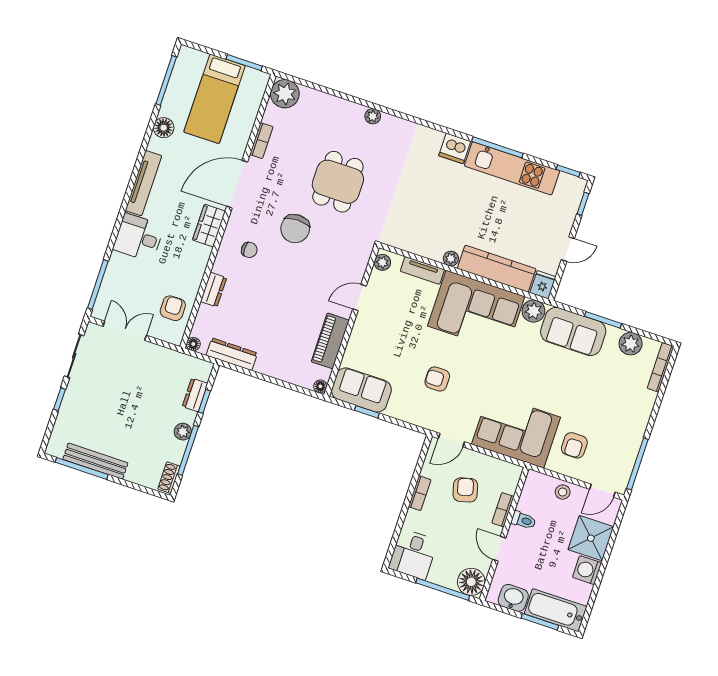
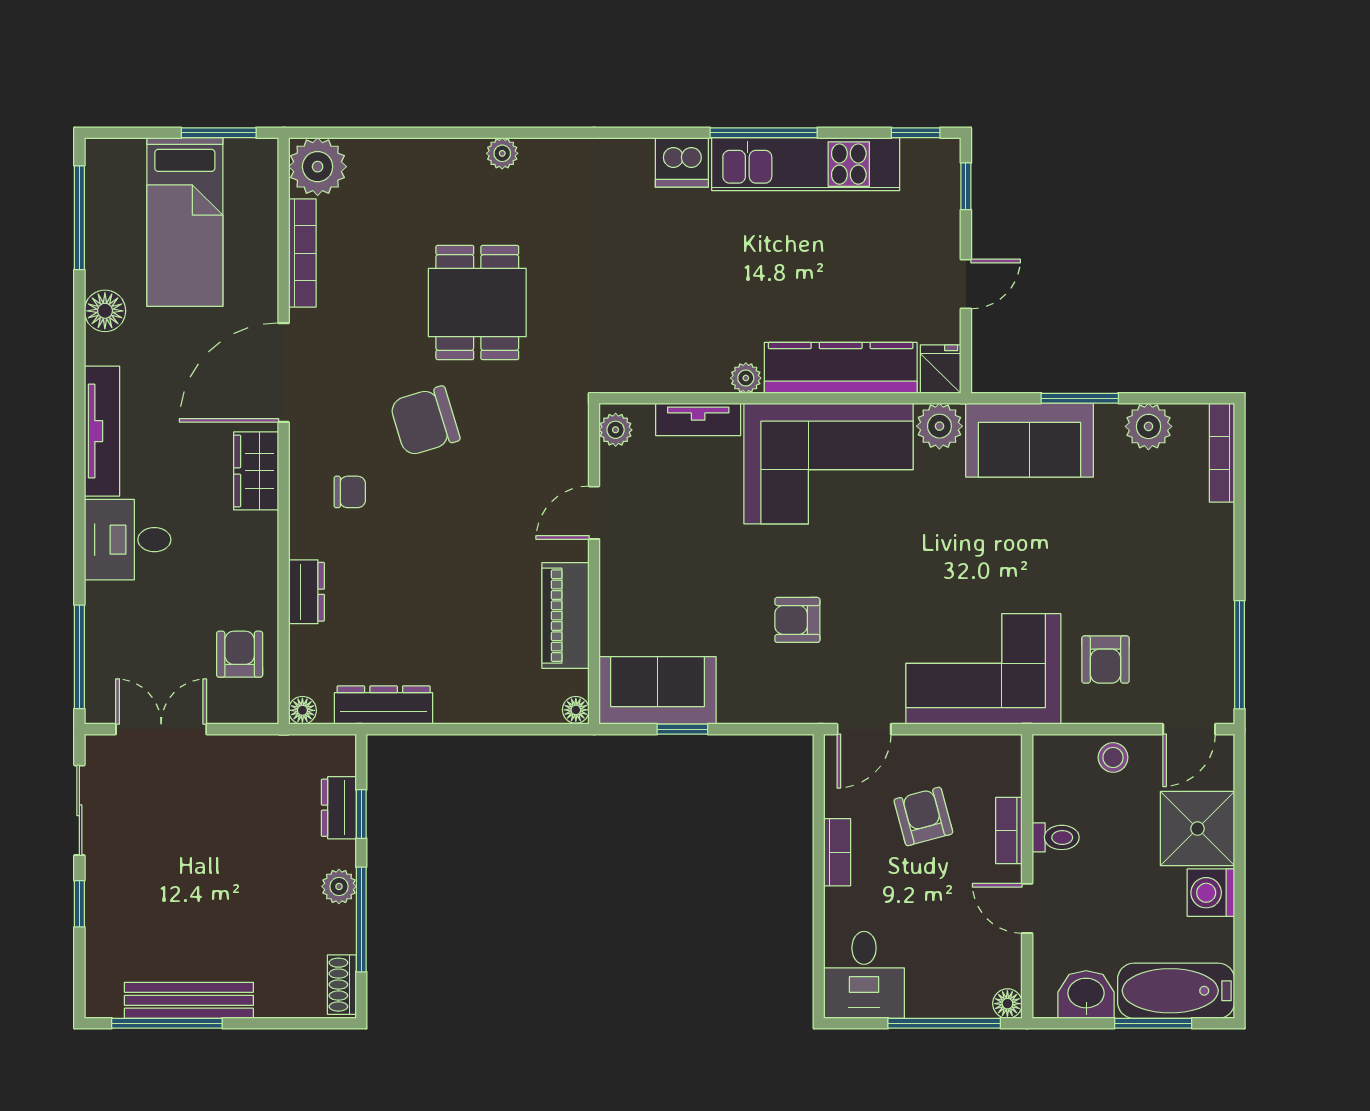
bookcase: (261, 141) -> (302, 253), width x1.56
chair: (295, 229) -> (425, 421), turned 73
floor lamp: (471, 582) -> (1007, 1004), width x0.53, depth x0.53

